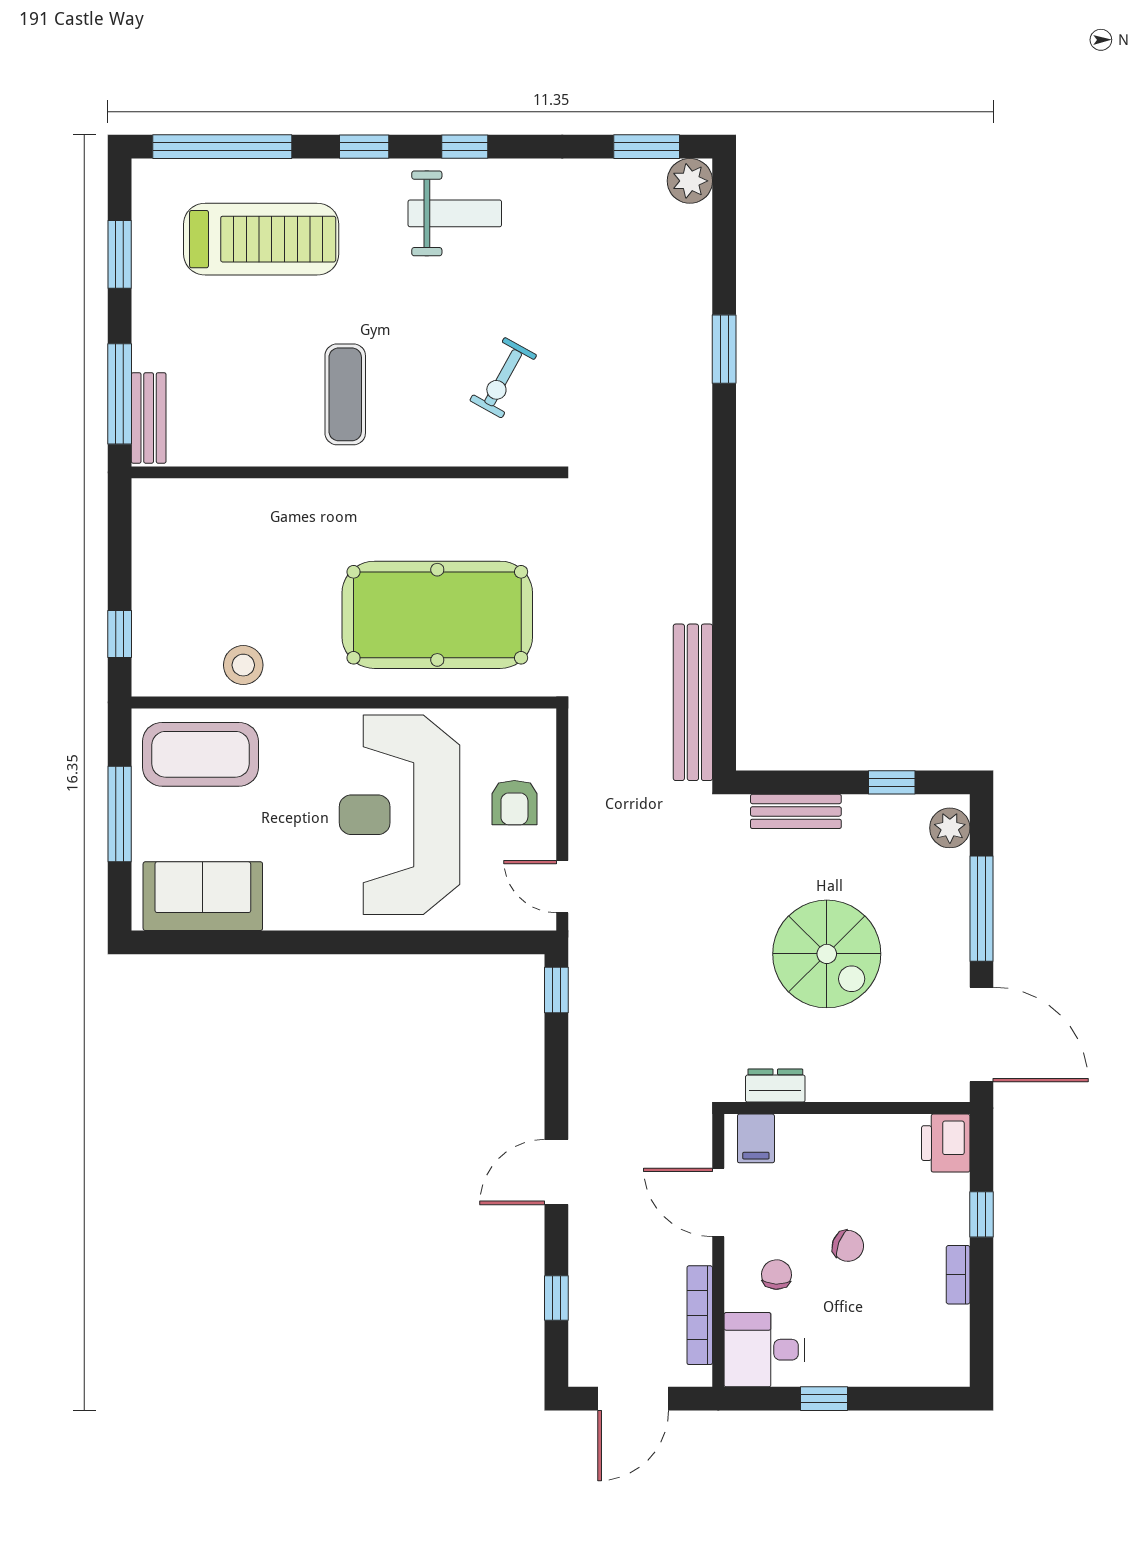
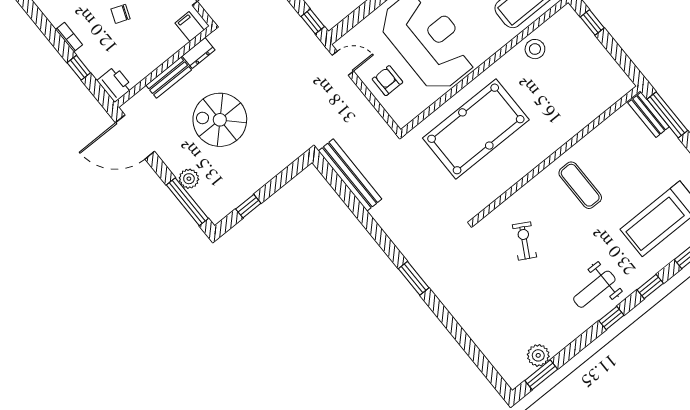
plant: (690, 181) -> (538, 355), moved
window: (724, 349) -> (414, 278), moved
bench: (796, 811) -> (169, 78), moved
plant: (950, 828) -> (189, 179), moved
window: (982, 909) -> (187, 202), moved

